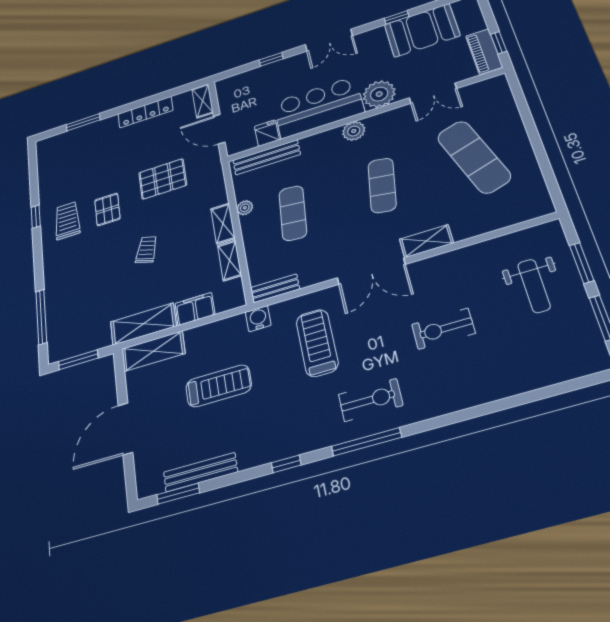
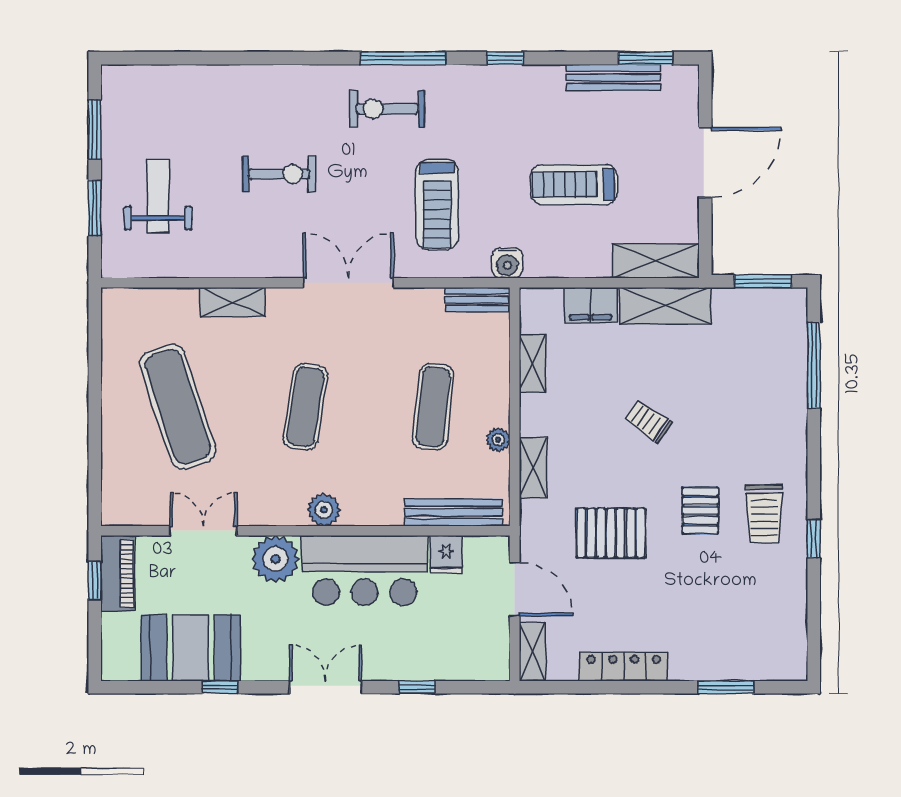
shelving: (223, 224) -> (533, 468), moved
shelving: (426, 241) -> (233, 302), moved
trolley: (146, 250) -> (648, 421), turned 108

